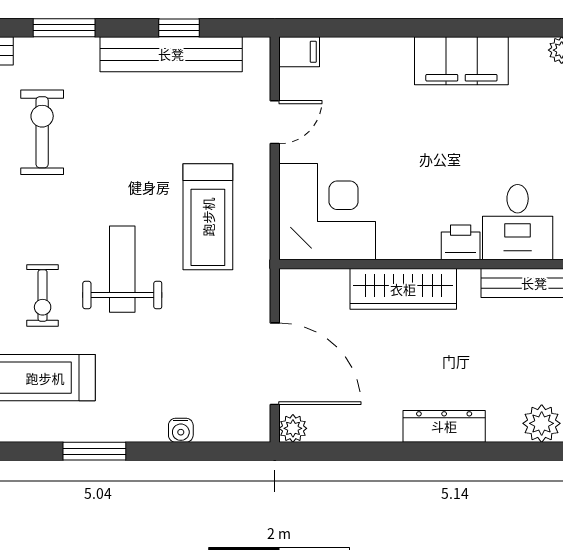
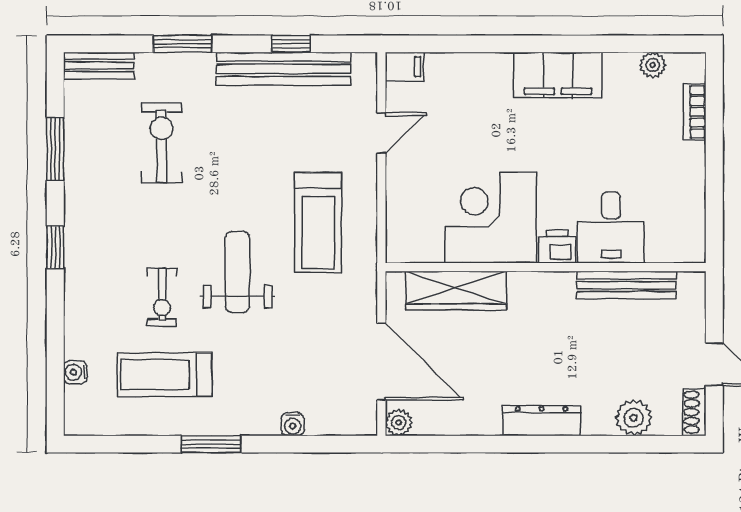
corner desk: (327, 212) -> (491, 218), moved, turned -90
wardrobe: (403, 289) -> (456, 291), moved

